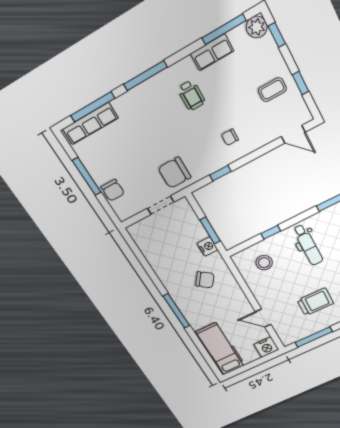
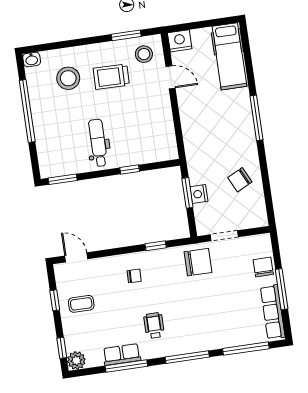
window: (224, 29) -> (126, 366), moved
row of seats: (90, 124) -> (273, 312), moved, turned -90
nightstand: (208, 247) -> (199, 194), moved
stool: (264, 263) -> (144, 54), moved
chair: (205, 280) -> (240, 180), moved, turned -62
window: (314, 337) -> (126, 35), width x0.69

